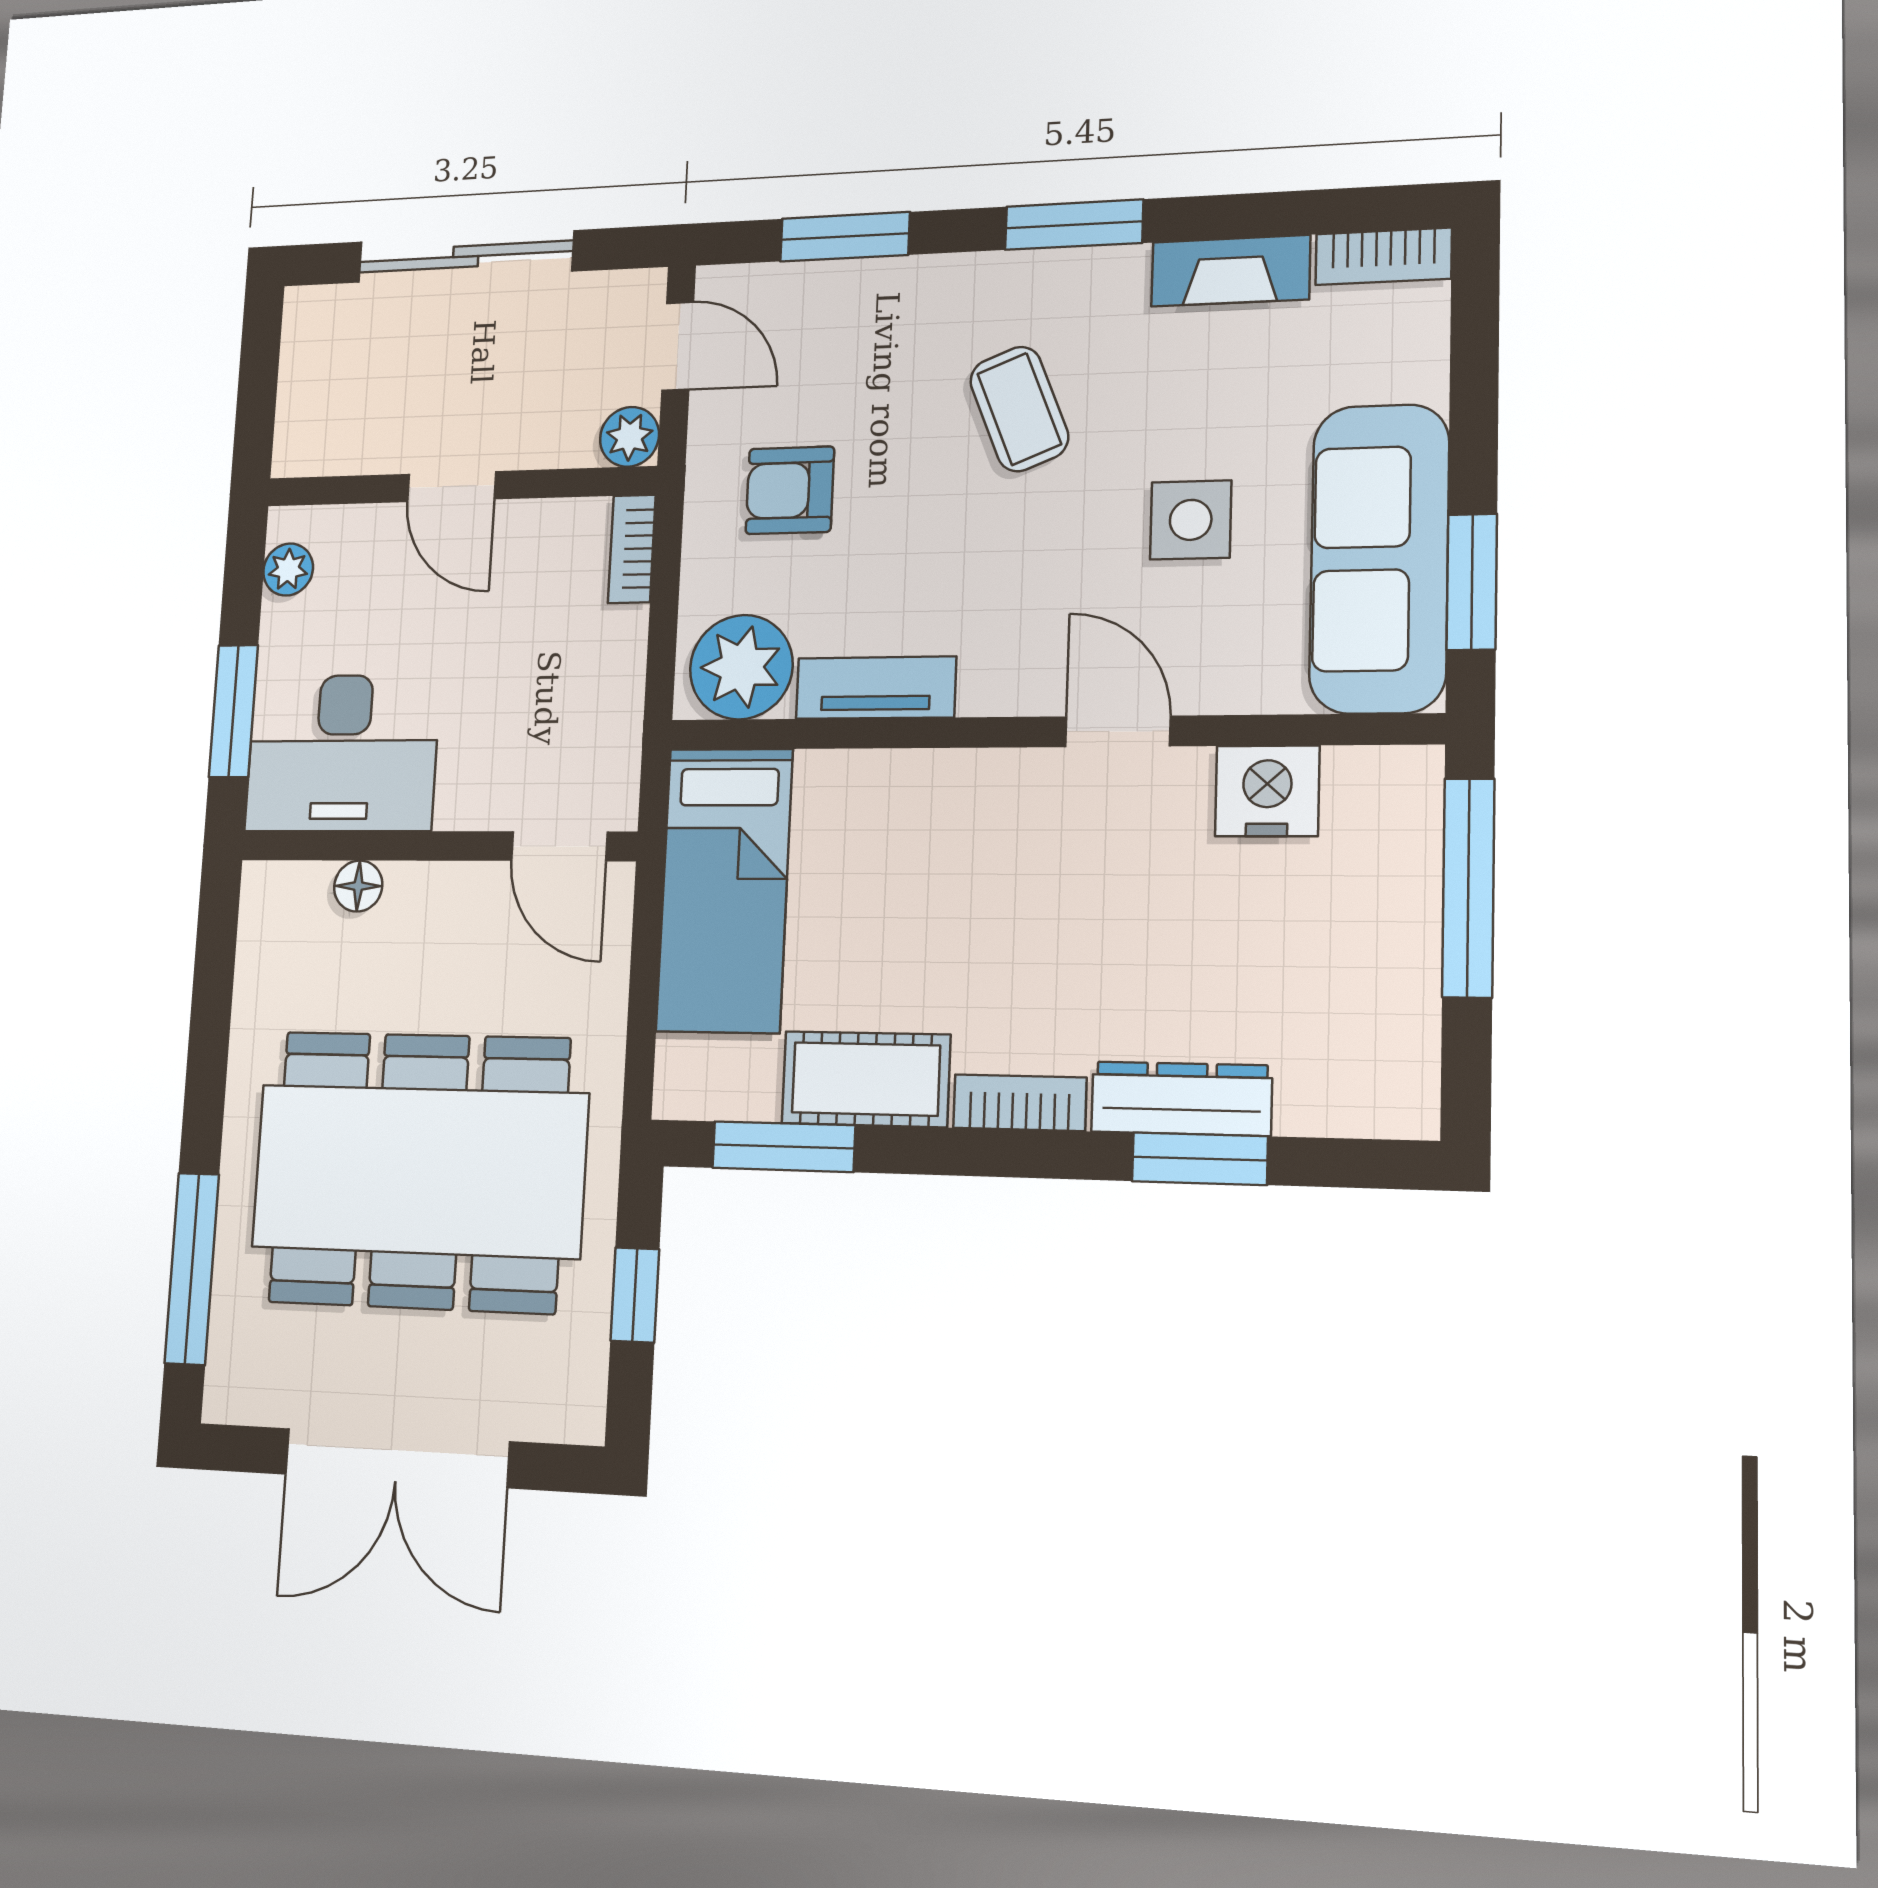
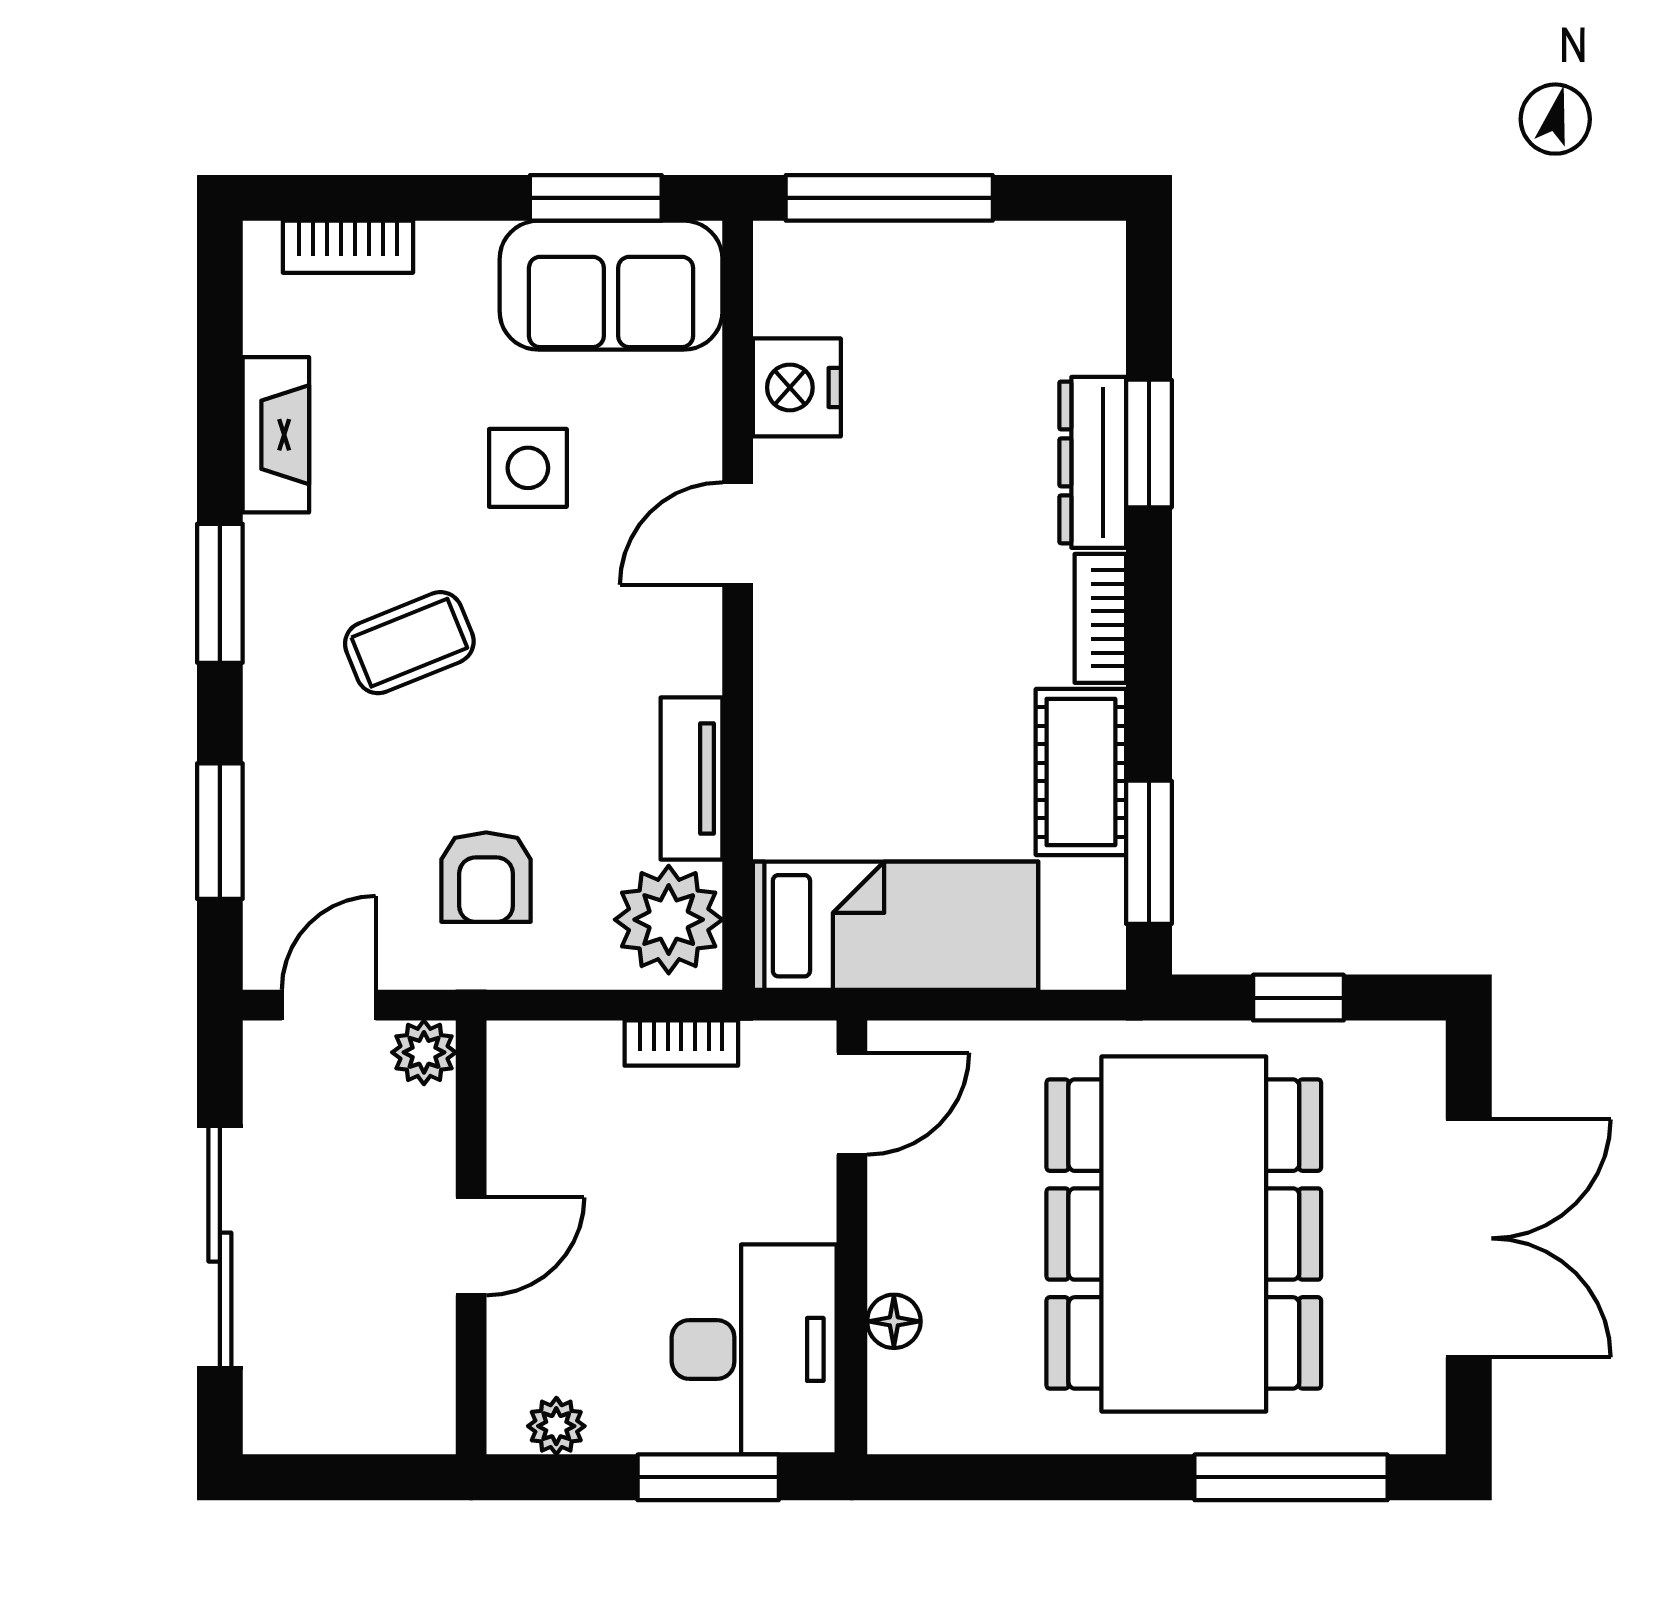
bookcase: (1383, 256) -> (348, 247), moved, turned 90
bookcase: (632, 549) -> (681, 1043), moved
sofa: (1379, 558) -> (611, 285), width x0.73

